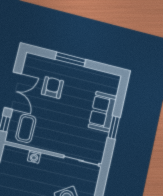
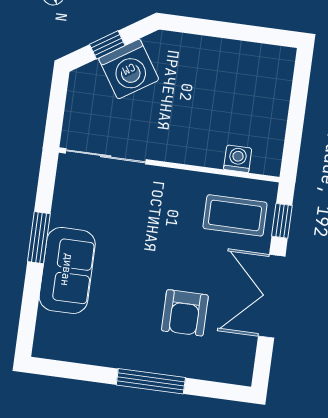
coffee table: (26, 128) -> (235, 215), turned 90
washing machine: (34, 157) -> (238, 159), moved

